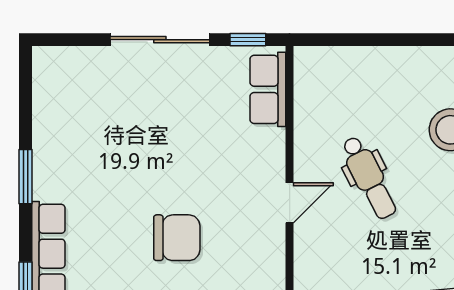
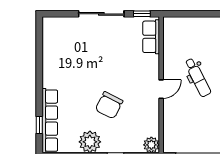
window: (26, 177) -> (39, 77), removed
chair: (177, 238) -> (109, 105), turned 117

